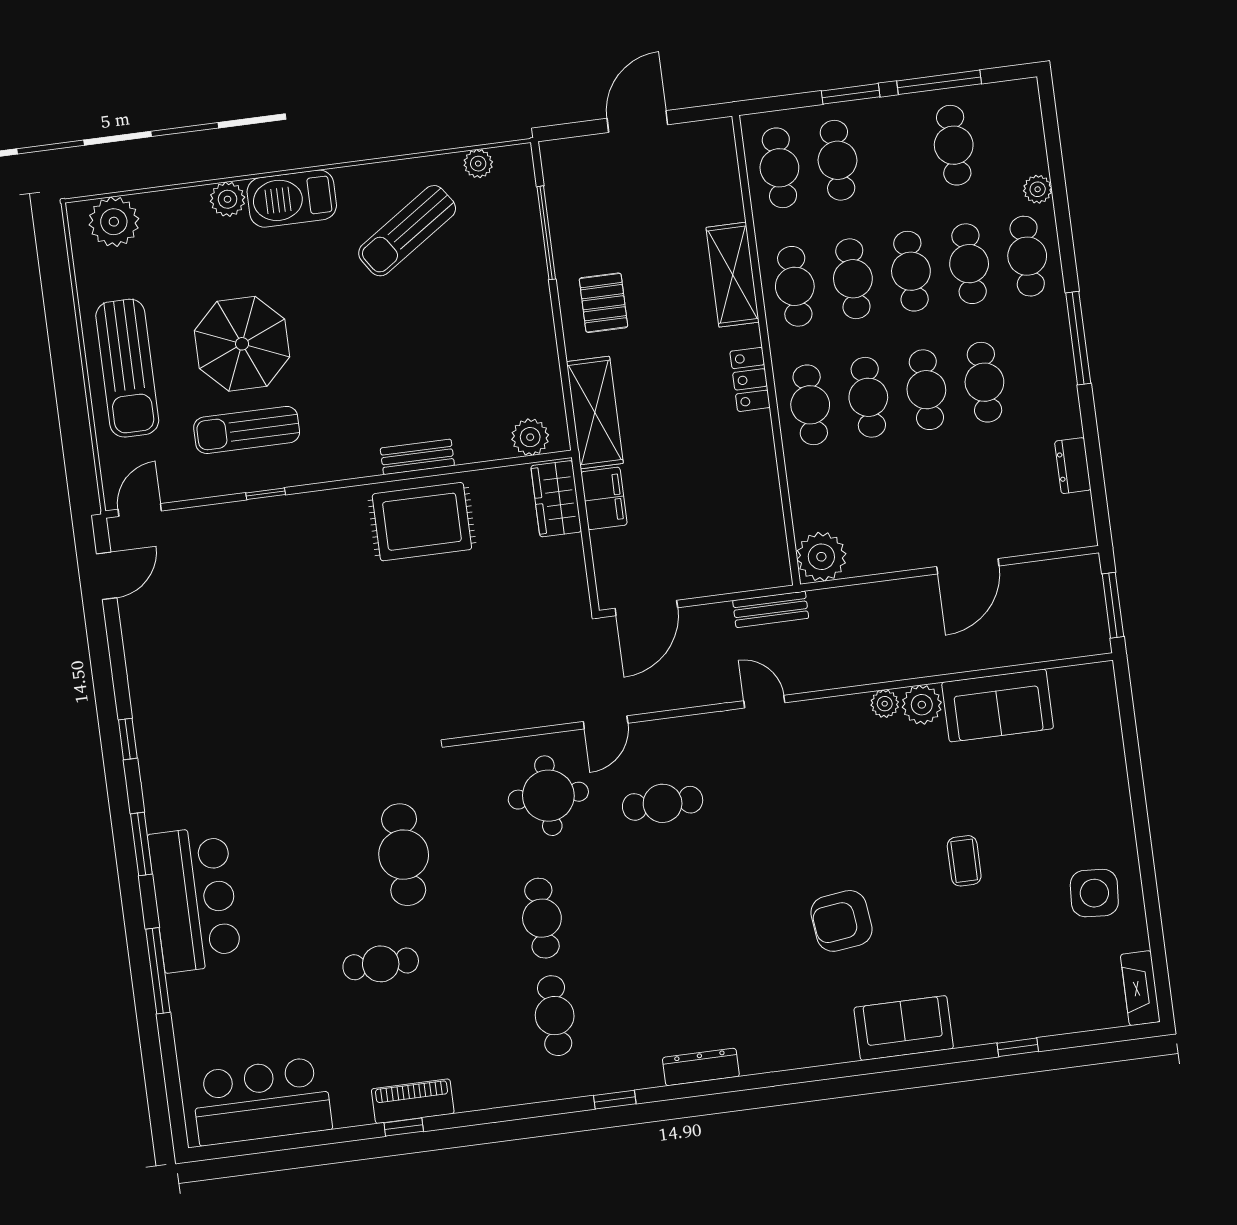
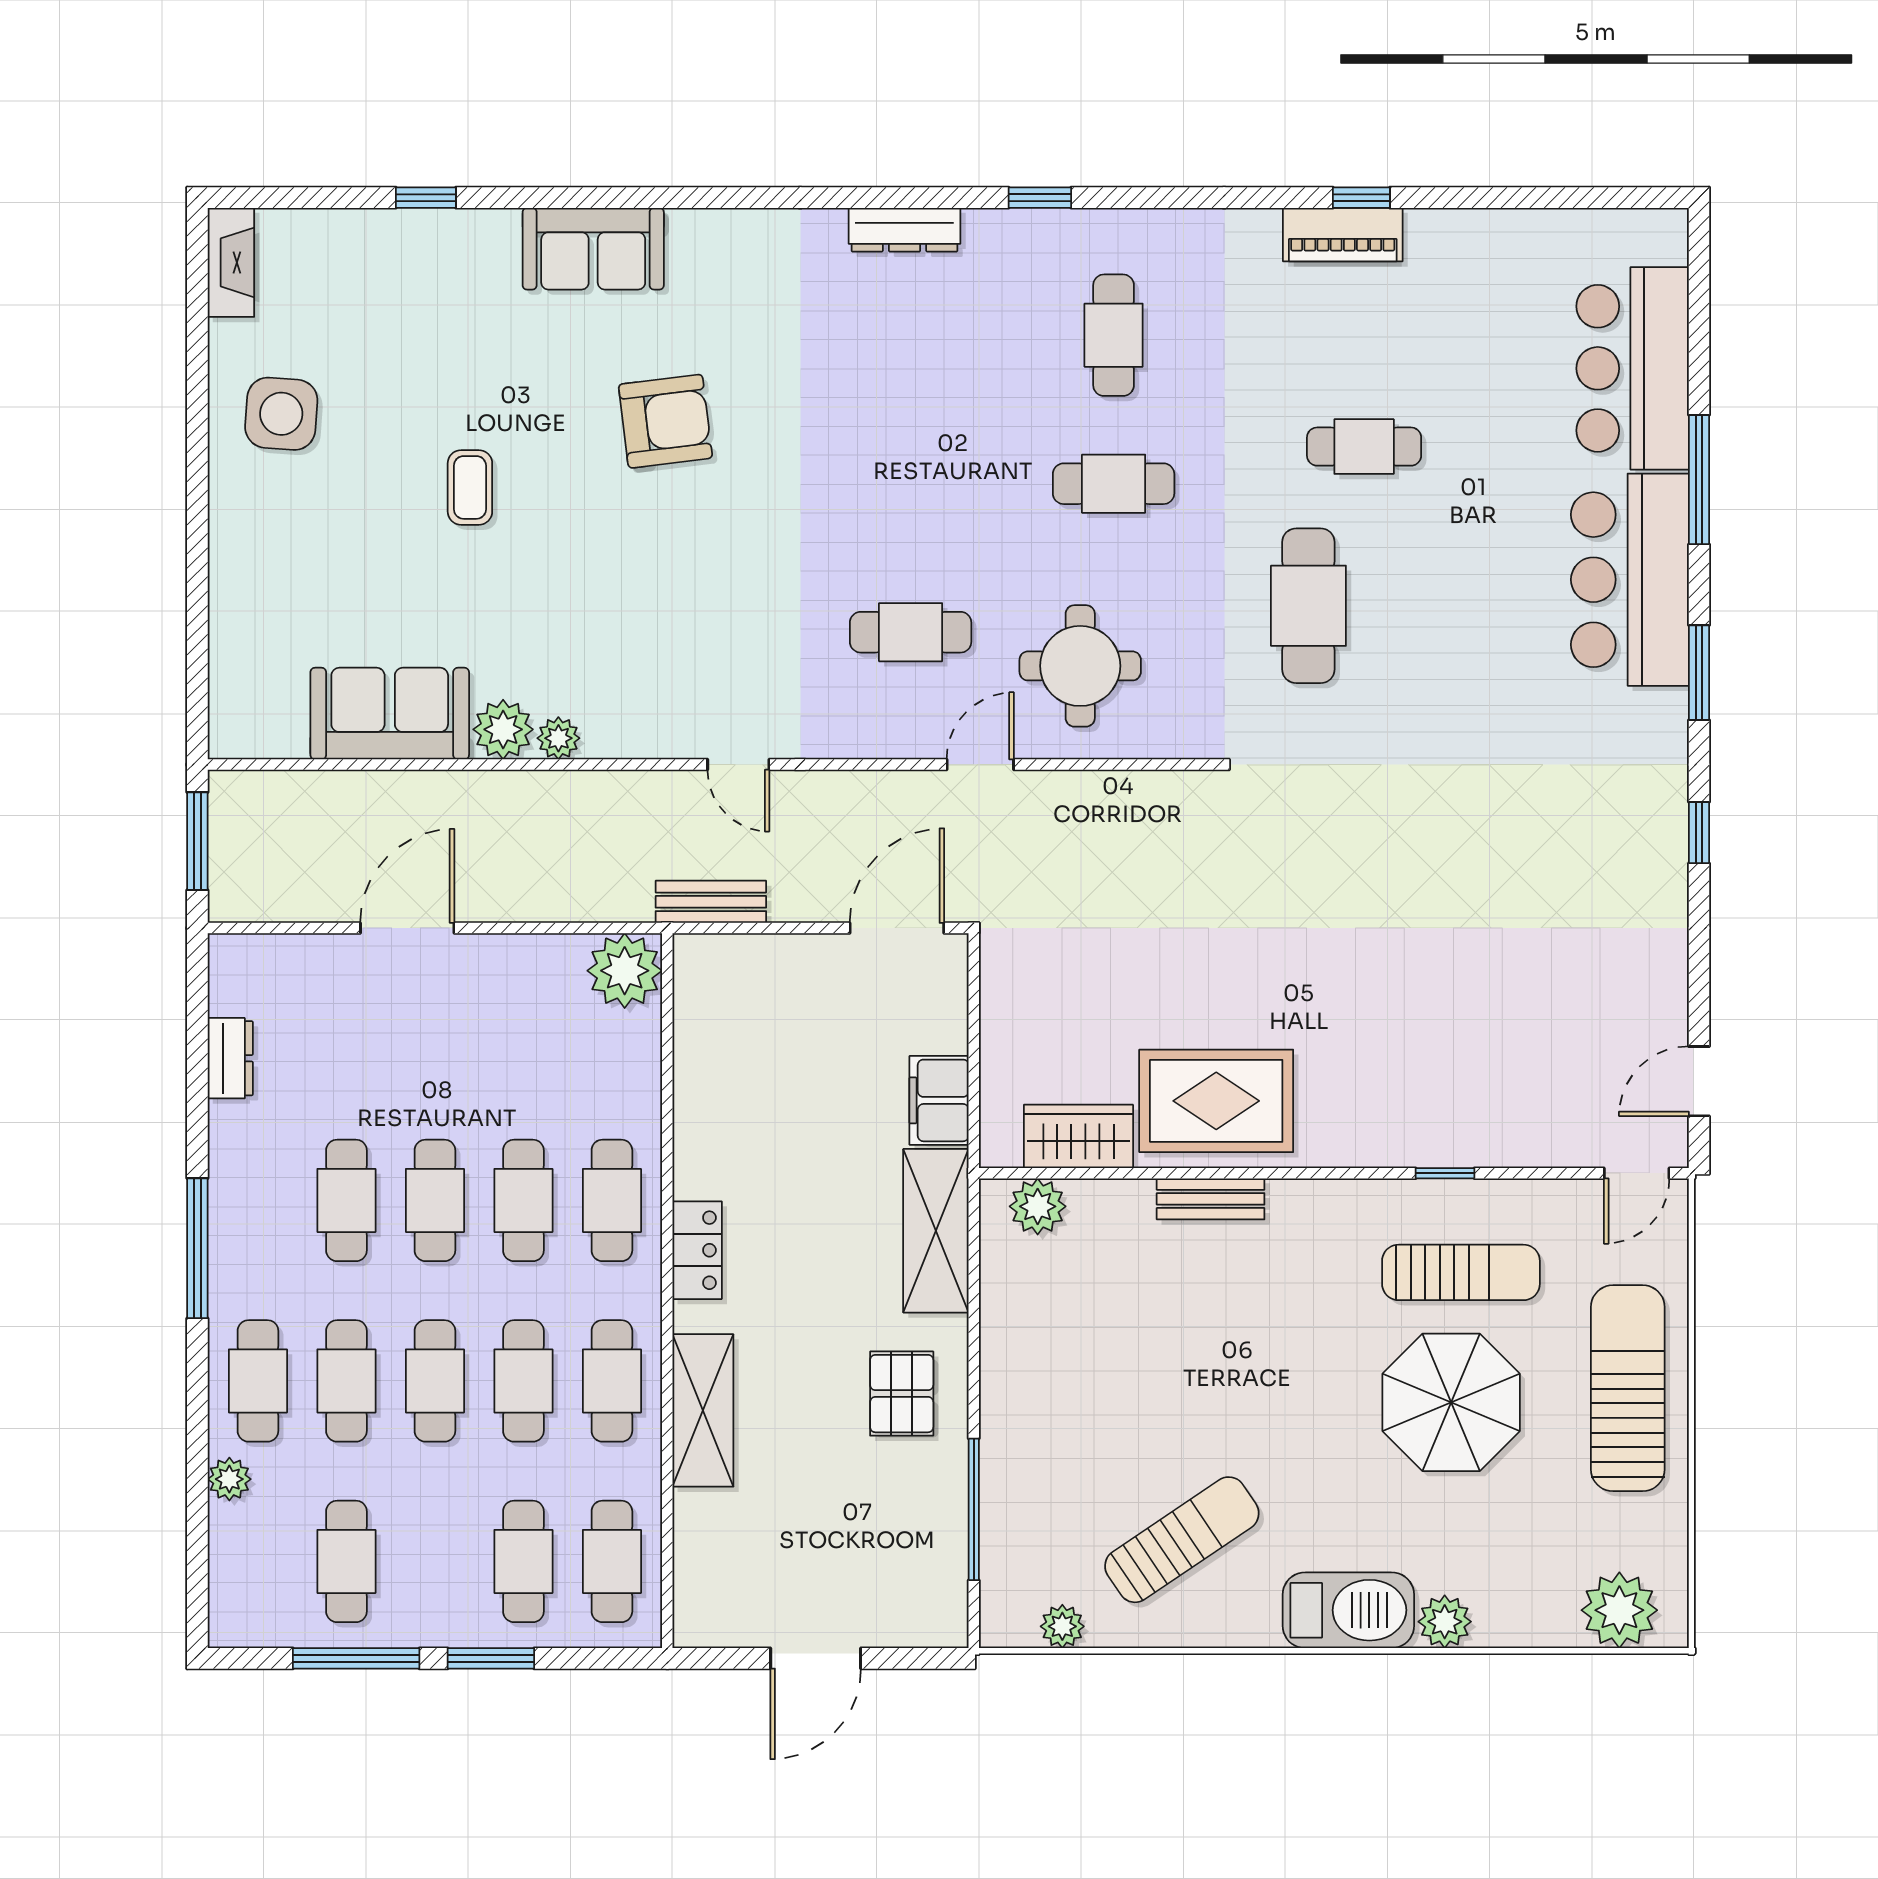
wardrobe: (556, 499) -> (1078, 1136), moved, turned -90
cafe table: (542, 918) -> (1114, 484), turned 90
bar counter: (262, 1101) -> (1633, 368), moved, turned 90

